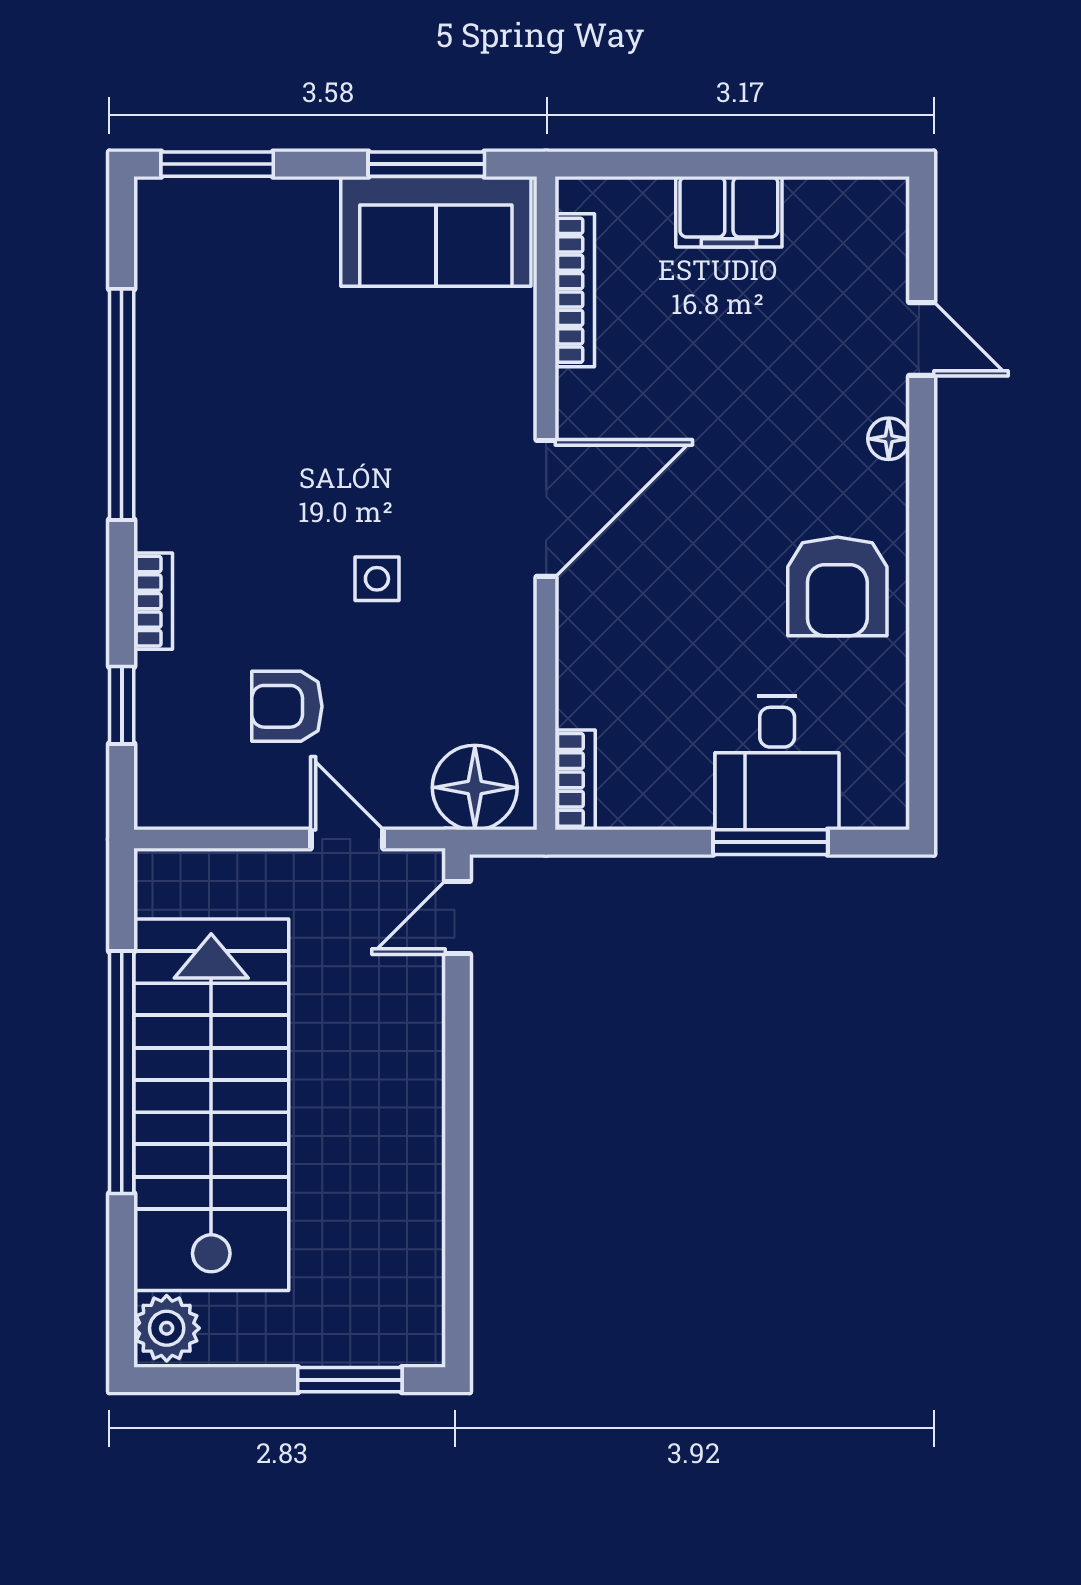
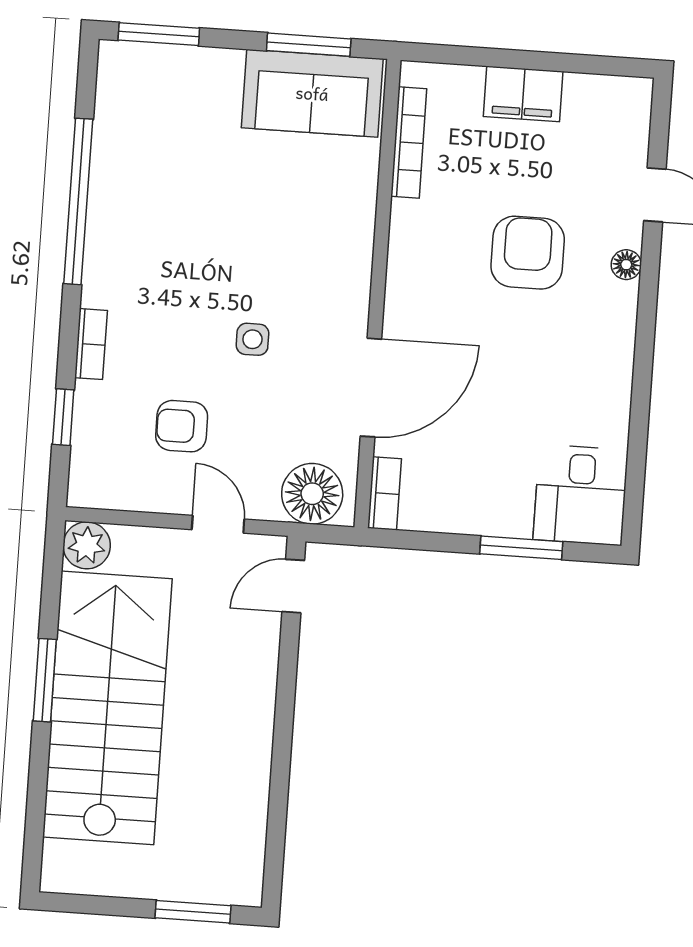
door: (546, 508) -> (371, 388), moved
armchair: (837, 586) -> (528, 253), moved, turned 180
desk: (777, 763) -> (581, 495), moved
window: (122, 1072) -> (45, 680), width x0.47
plant: (167, 1328) -> (87, 545), moved

